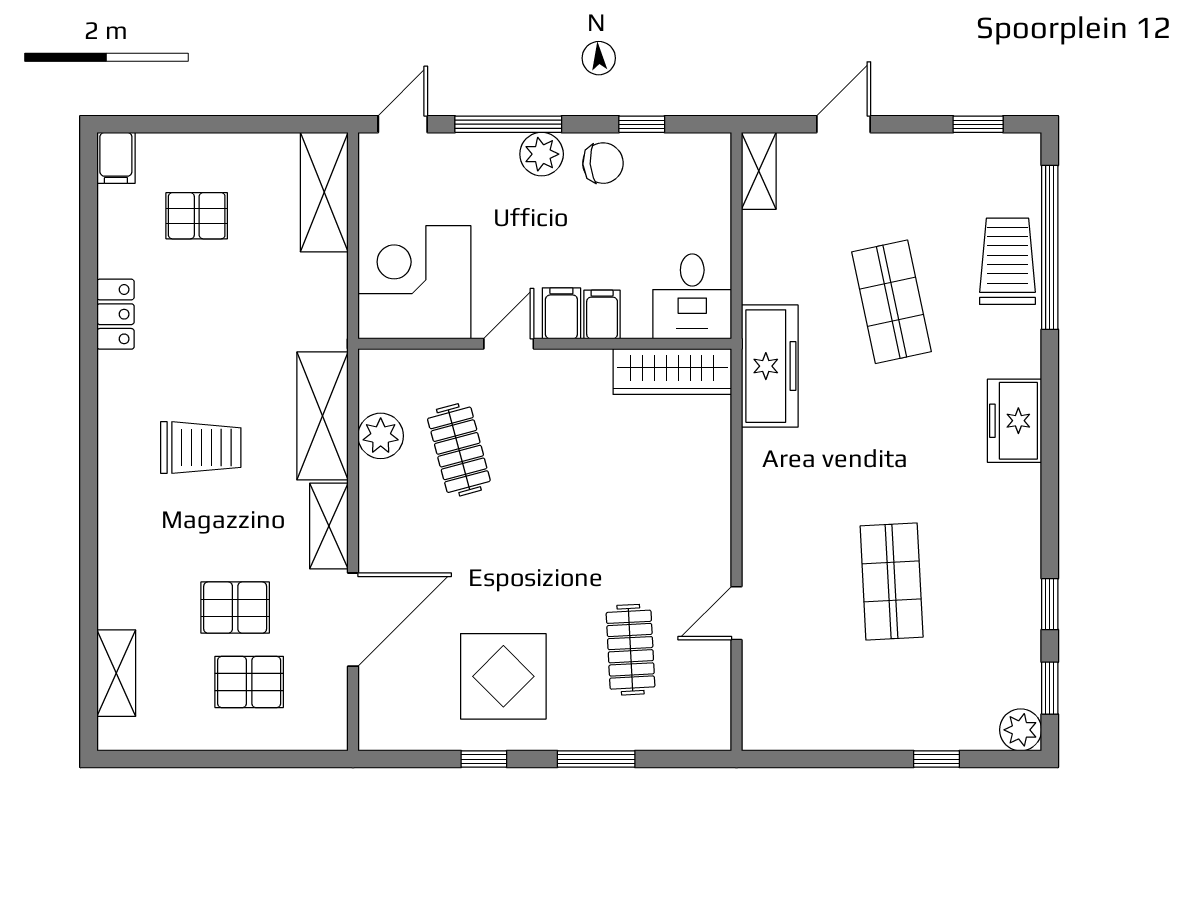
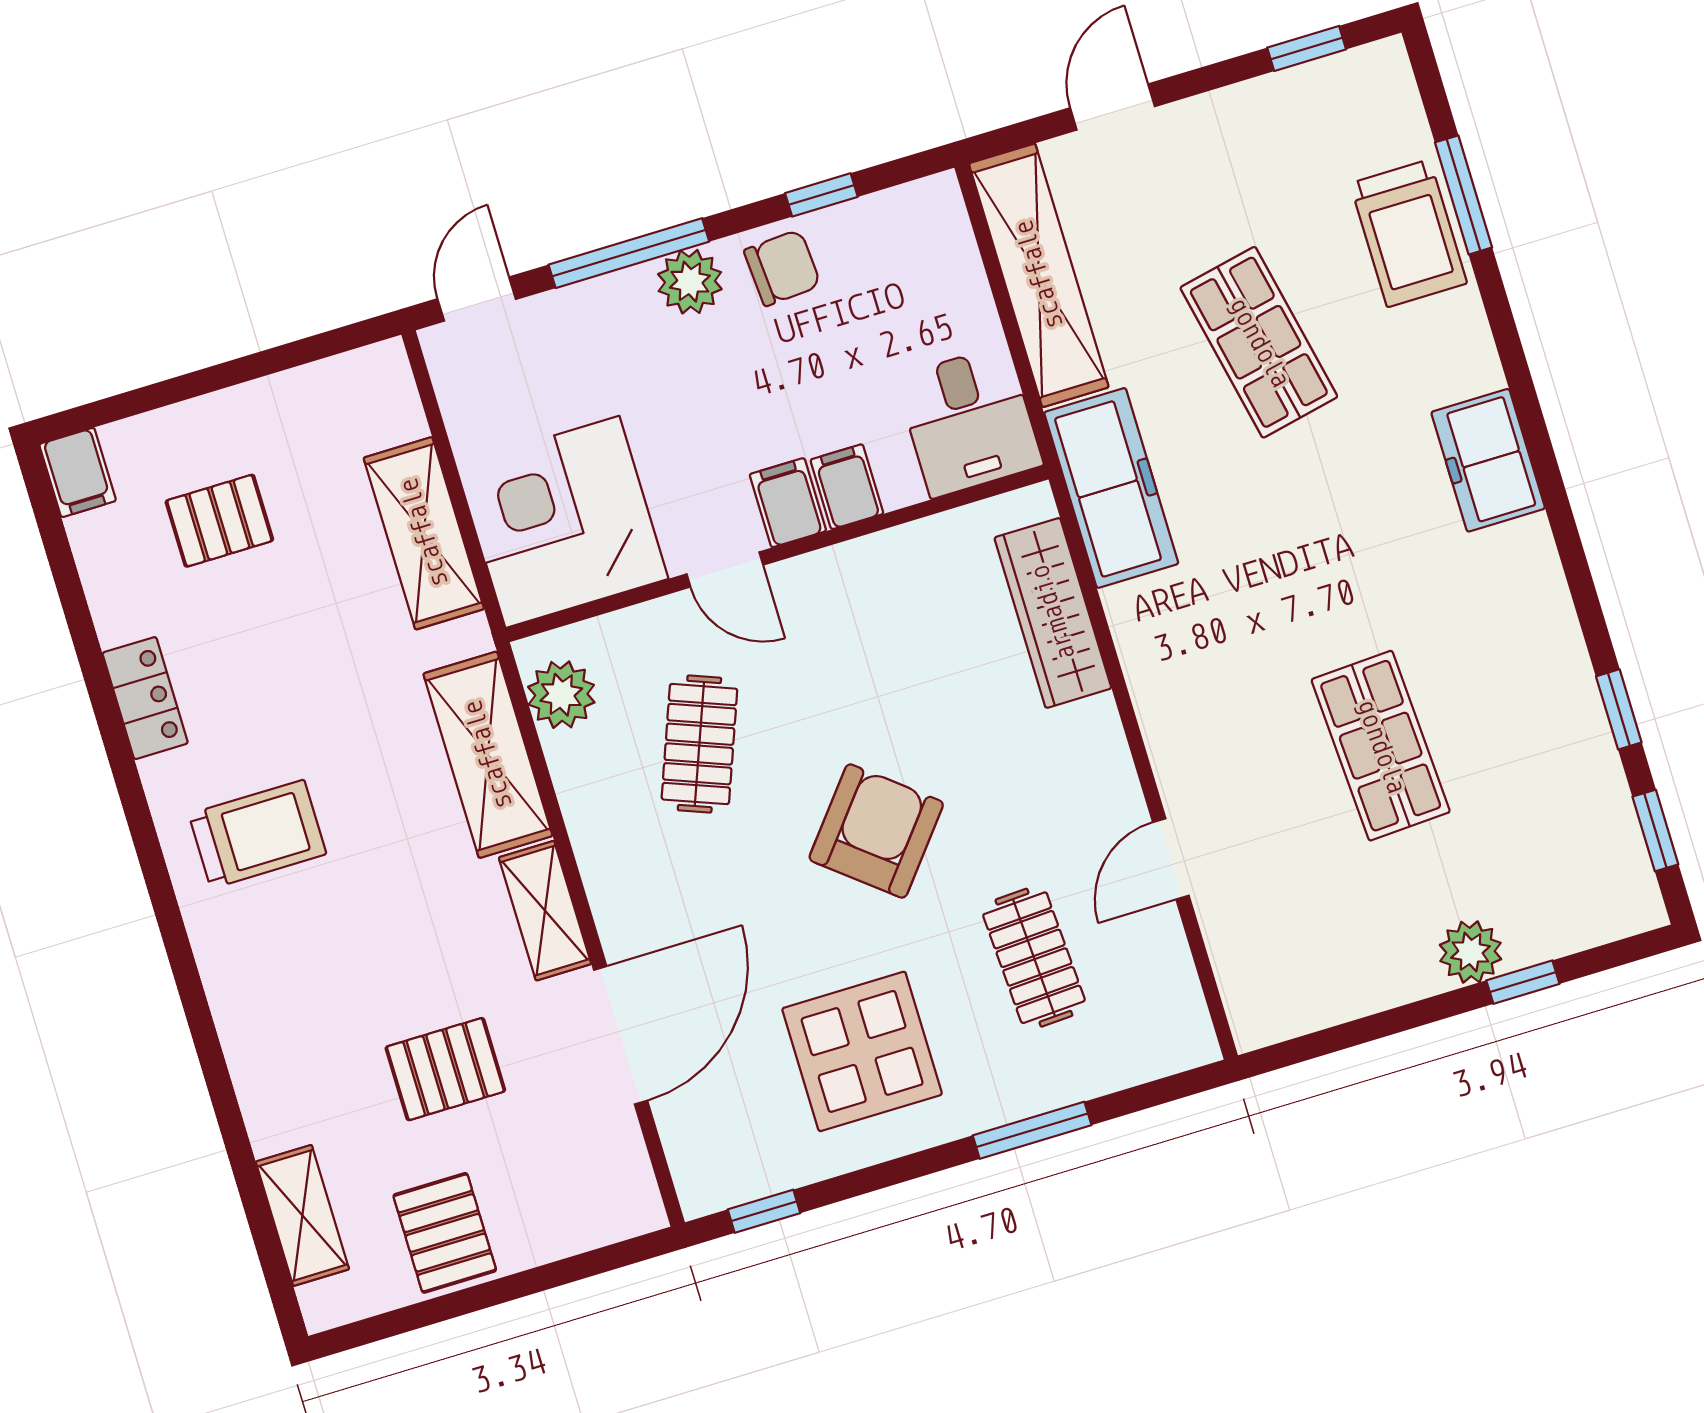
shelving: (759, 171) -> (1039, 275), width x2.20, depth x1.33
shelving: (324, 192) -> (424, 533), moved
window: (1050, 247) -> (1463, 195), width x0.47
trolley: (1007, 261) -> (1408, 233), turned 180
door: (509, 344) -> (725, 569), swing flipped
wardrobe: (672, 372) -> (1053, 613), moved, turned 90
plant: (381, 436) -> (561, 695), moved
trolley: (201, 448) -> (258, 834), moved
clothes rail: (459, 450) -> (699, 744), turned 36
armchair: (555, 539) -> (876, 831), added
pallet: (249, 682) -> (445, 1233), moved, turned 90
plant: (1021, 730) -> (1470, 952), moved
window: (484, 759) -> (764, 1211), moved

